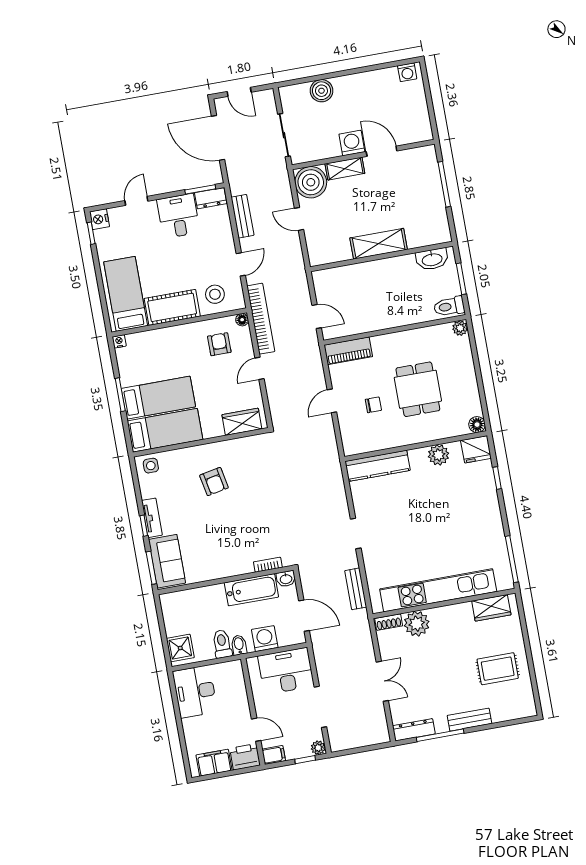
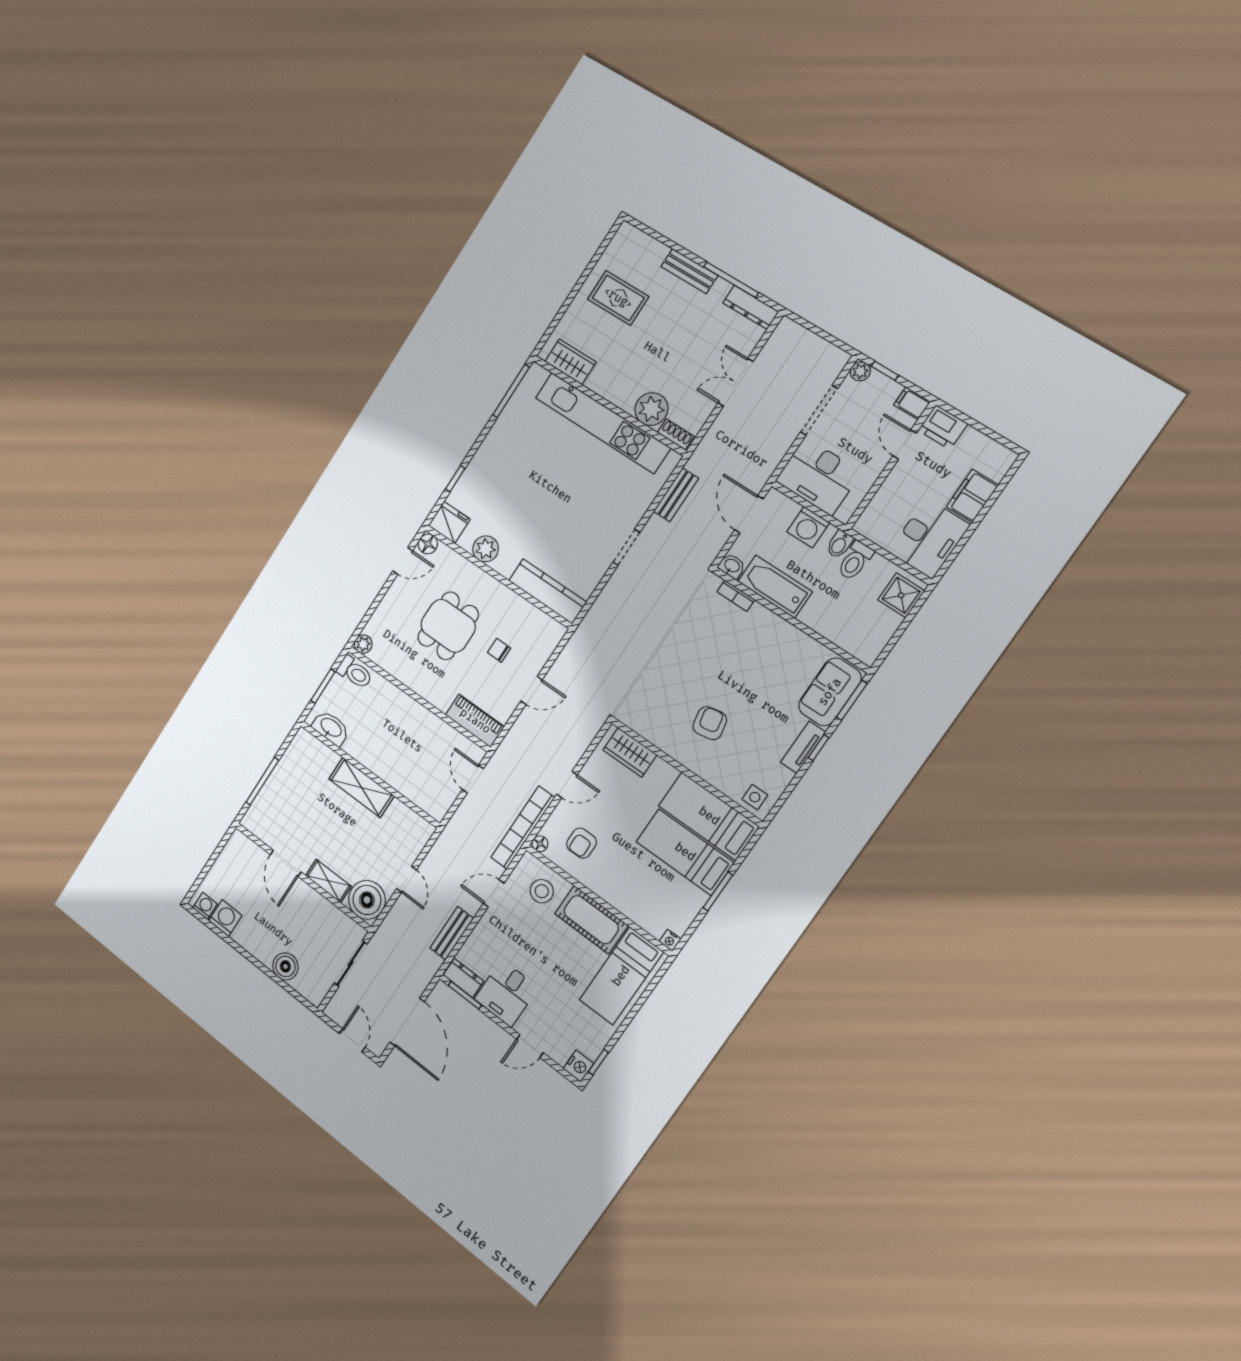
washing machine: (352, 143) -> (225, 918), moved, turned 180
door: (483, 400) -> (403, 561), added
filing cabinet: (214, 763) -> (972, 496), moved, turned 90

